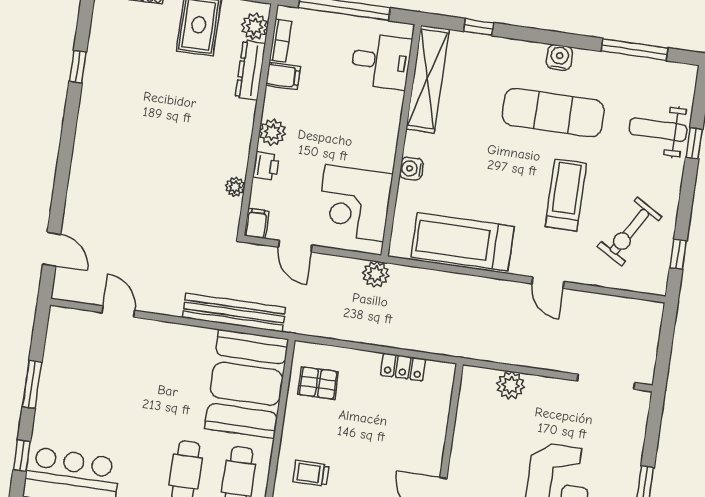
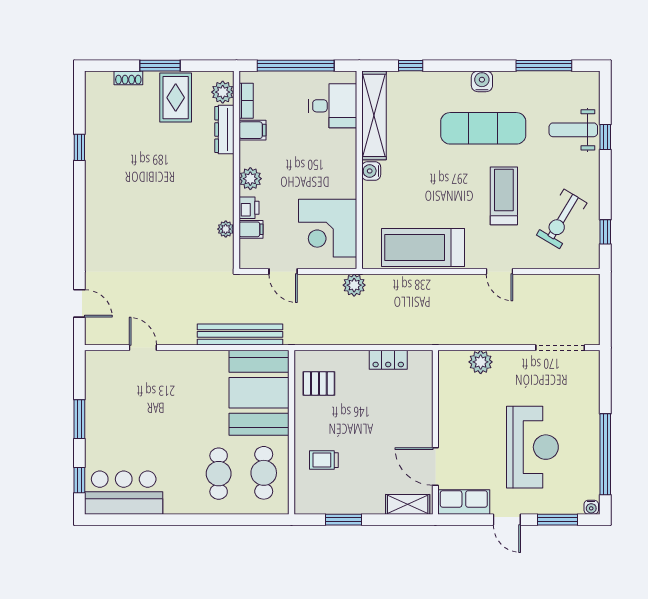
water cooler: (411, 169) -> (371, 171), moved
filing cabinet: (256, 223) -> (251, 229), moved, turned 90

